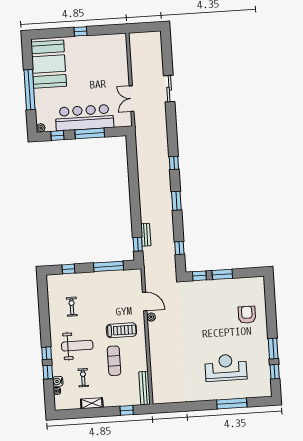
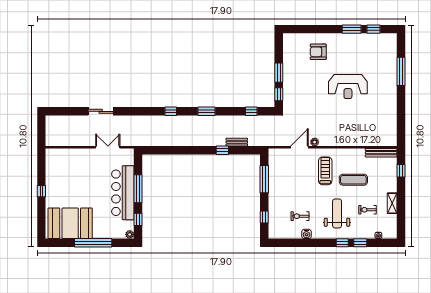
double door: (132, 99) -> (108, 147), swing flipped
window: (138, 244) -> (222, 150), moved
reception desk: (226, 368) -> (348, 87), moved, turned -90
water cooler: (58, 381) -> (306, 234), moved

